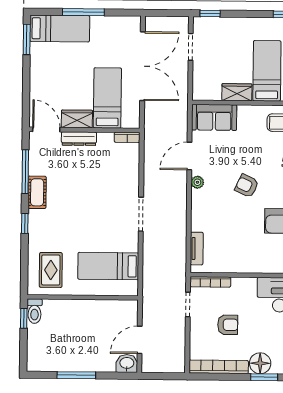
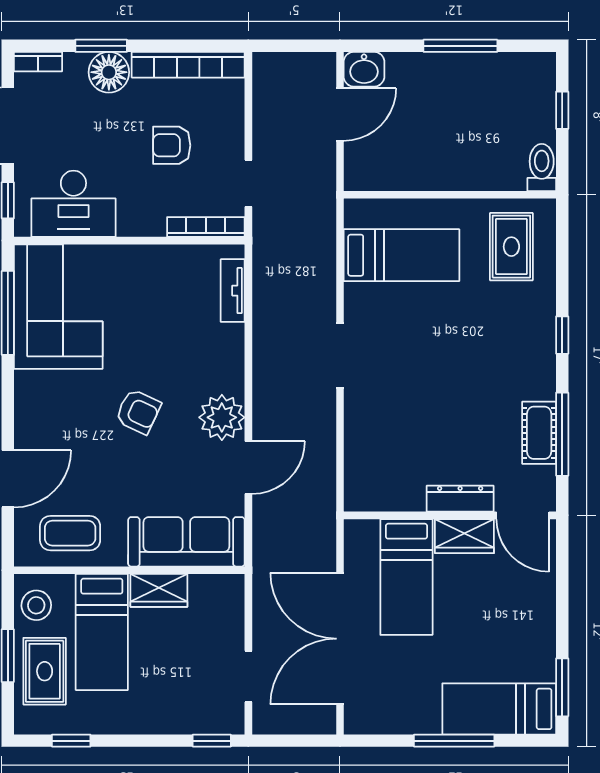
sofa: (214, 117) -> (186, 542), width x1.36
bookcase: (127, 137) -> (368, 502), removed
plant: (197, 182) -> (222, 417), width x1.88, depth x1.88
cot: (37, 192) -> (539, 433), moved
window: (24, 318) -> (562, 110), moved

